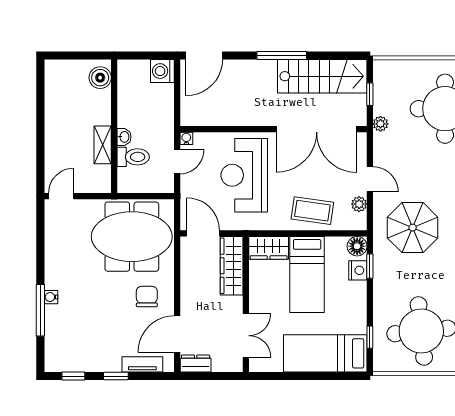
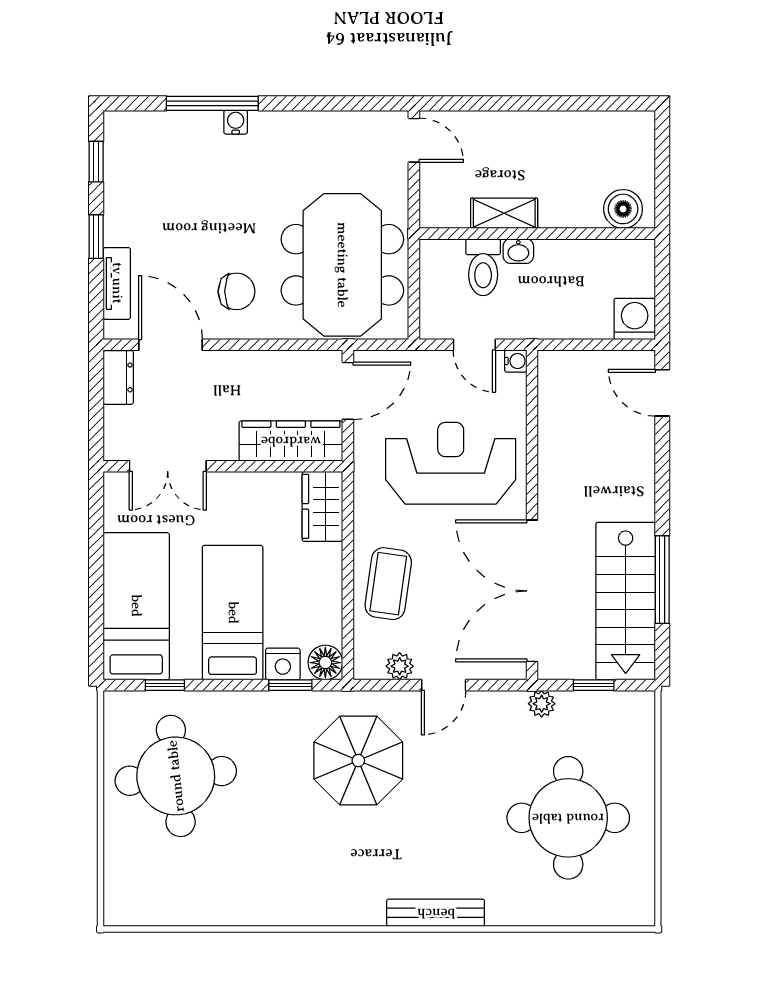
door: (204, 55) -> (662, 393), width x0.73
window: (282, 55) -> (662, 580), moved
bed: (307, 274) -> (233, 613), moved, turned 90

